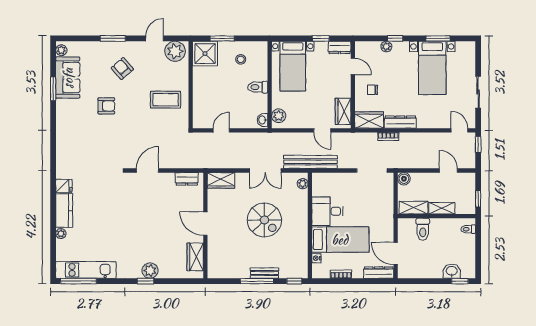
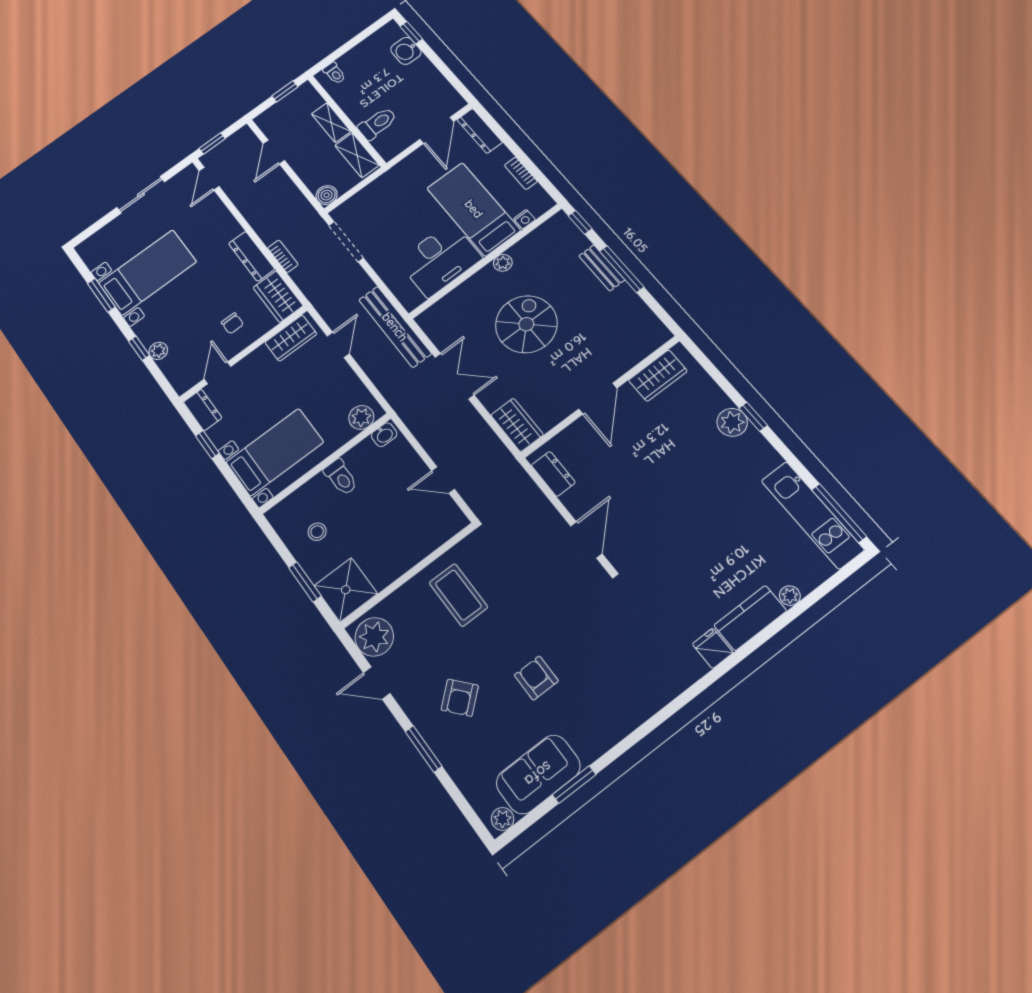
door: (147, 170) -> (586, 540), swing flipped
plant: (303, 184) -> (503, 263), moved
desk: (327, 211) -> (440, 260), width x1.37

